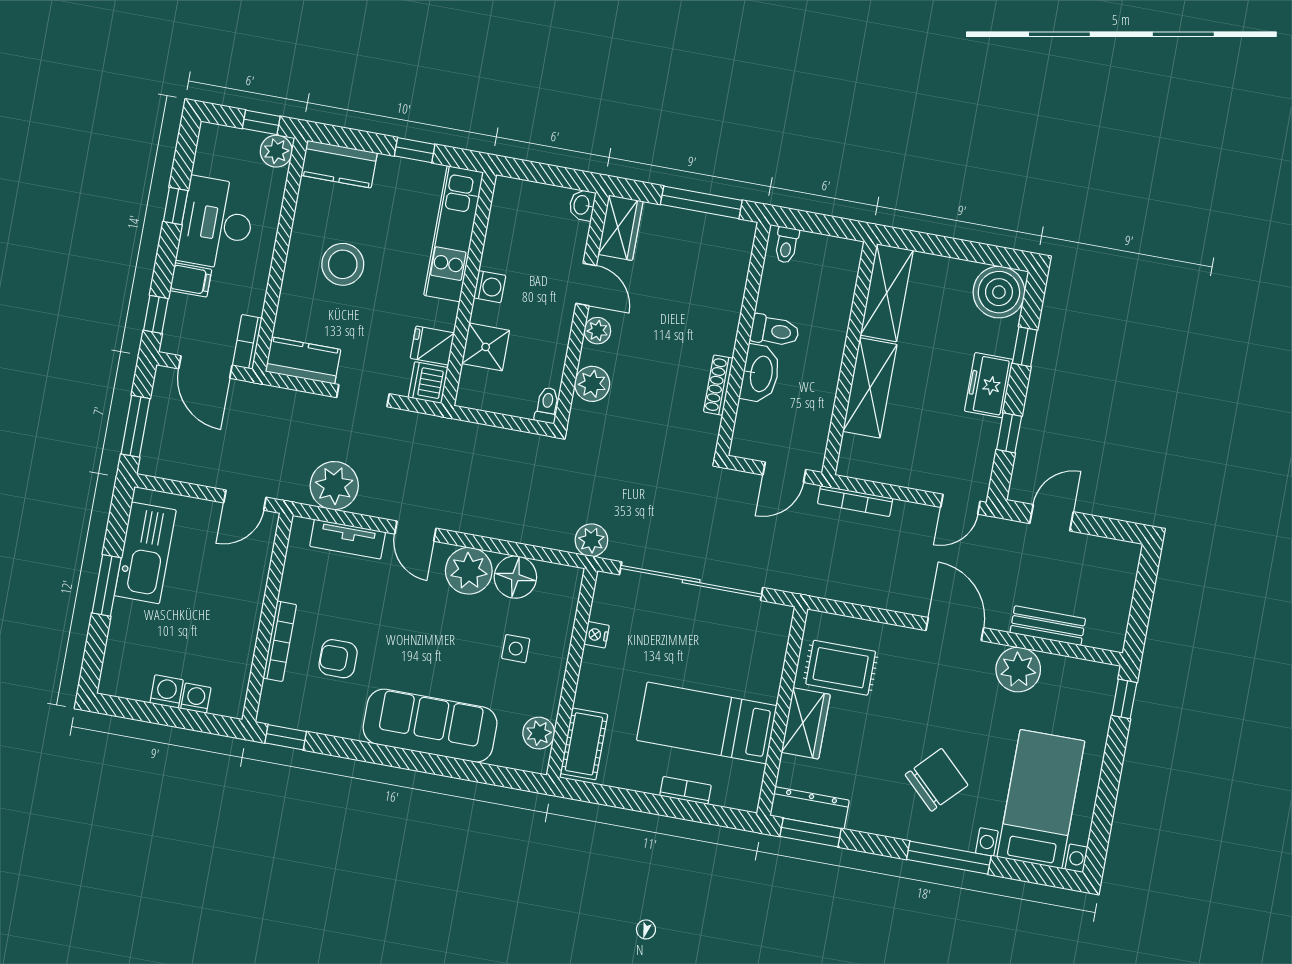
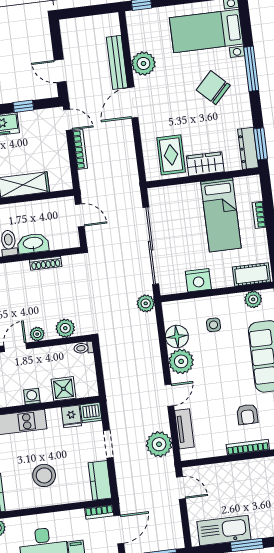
bookcase: (855, 501) -> (80, 149), moved
bench: (1048, 626) -> (117, 62), width x1.36
nightstand: (596, 635) -> (198, 280), width x1.89, depth x1.79

